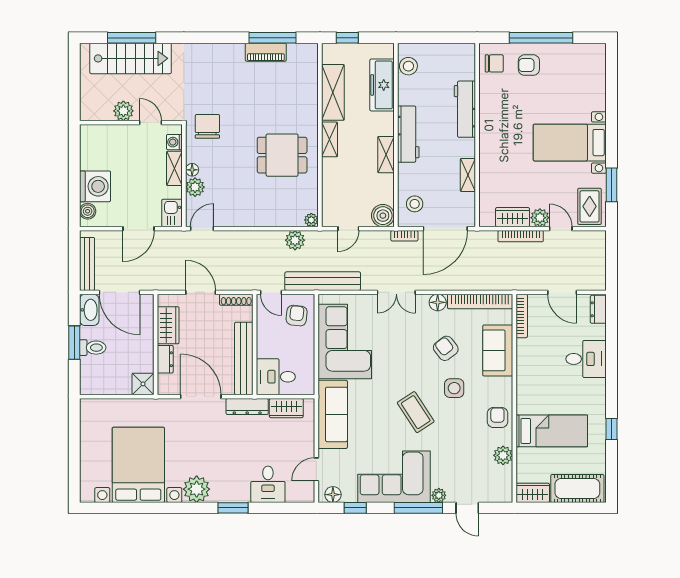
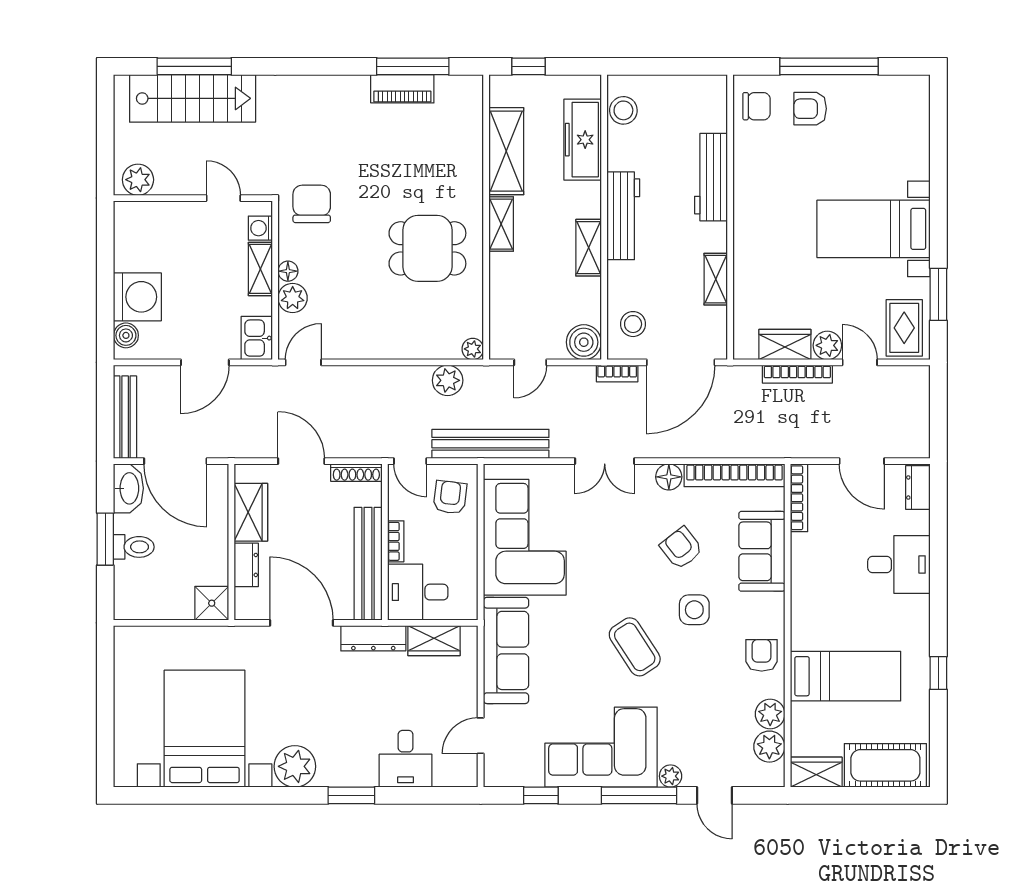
plant: (123, 111) -> (138, 180), moved
bookcase: (262, 344) -> (396, 541), added
plant: (503, 476) -> (769, 747), added
floor lamp: (333, 495) -> (506, 775), removed

